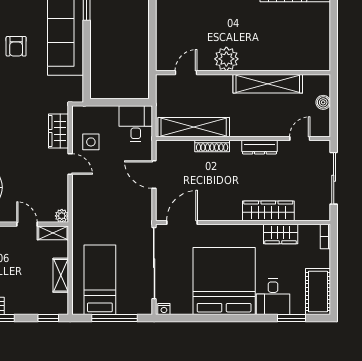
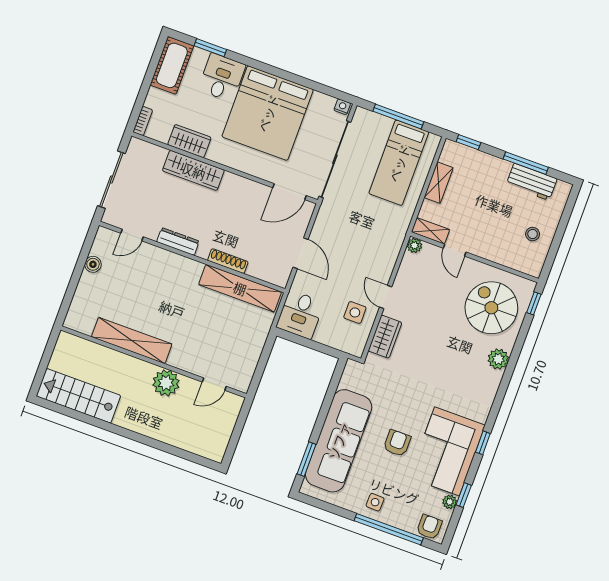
plant: (226, 59) -> (166, 383), moved
door: (186, 73) -> (214, 384), moved
wall: (243, 73) -> (154, 362), moved
shelving: (268, 84) -> (132, 341), moved

